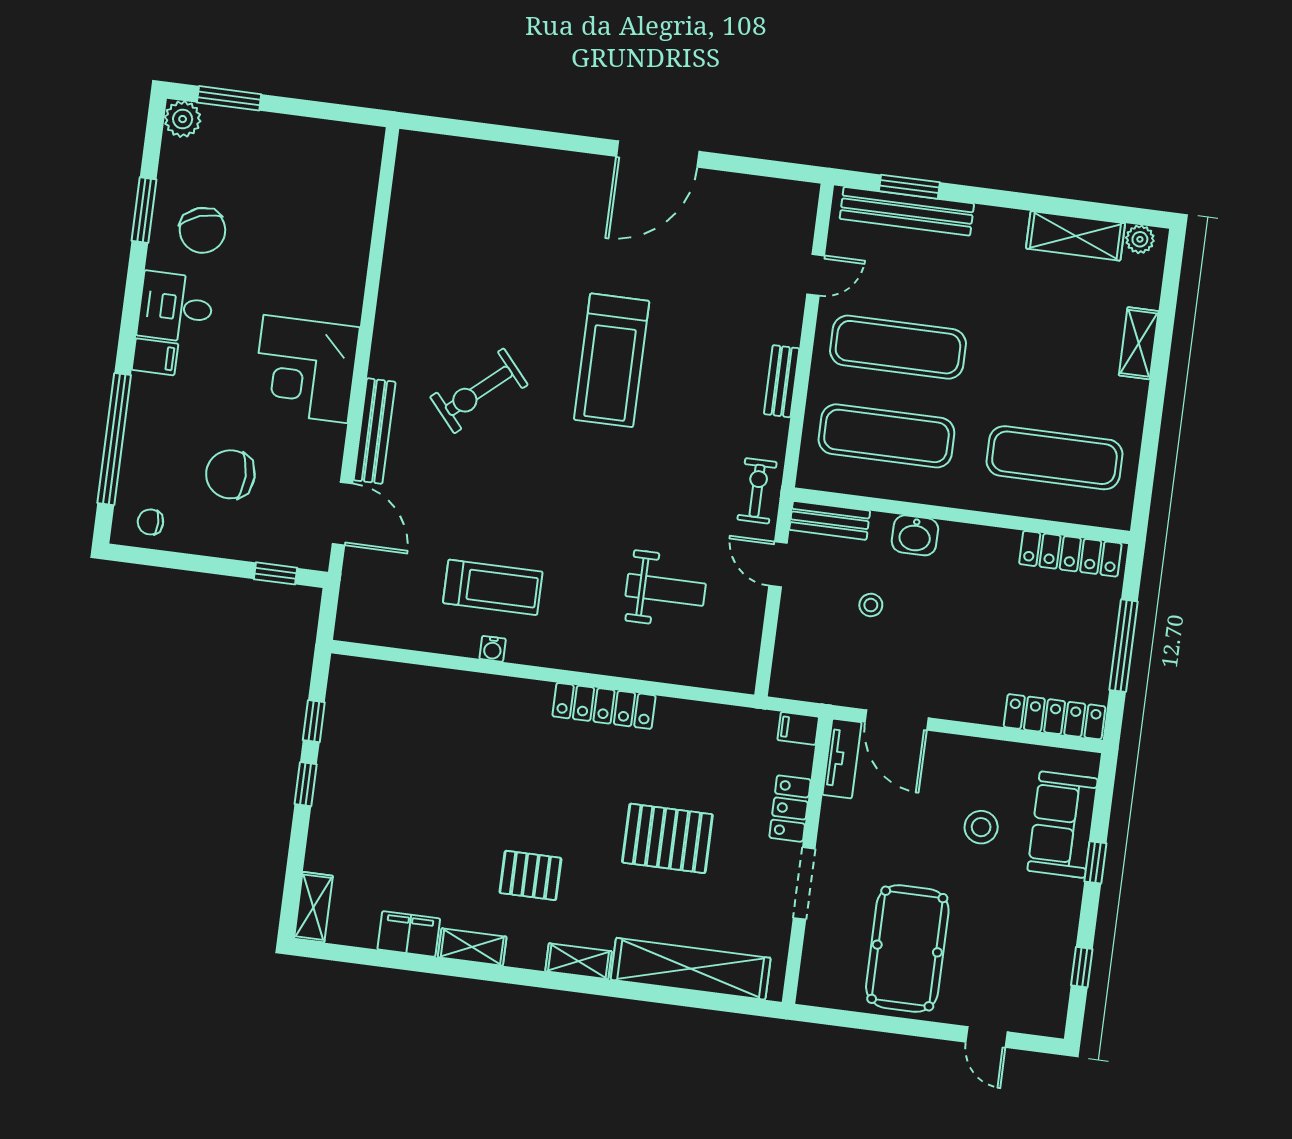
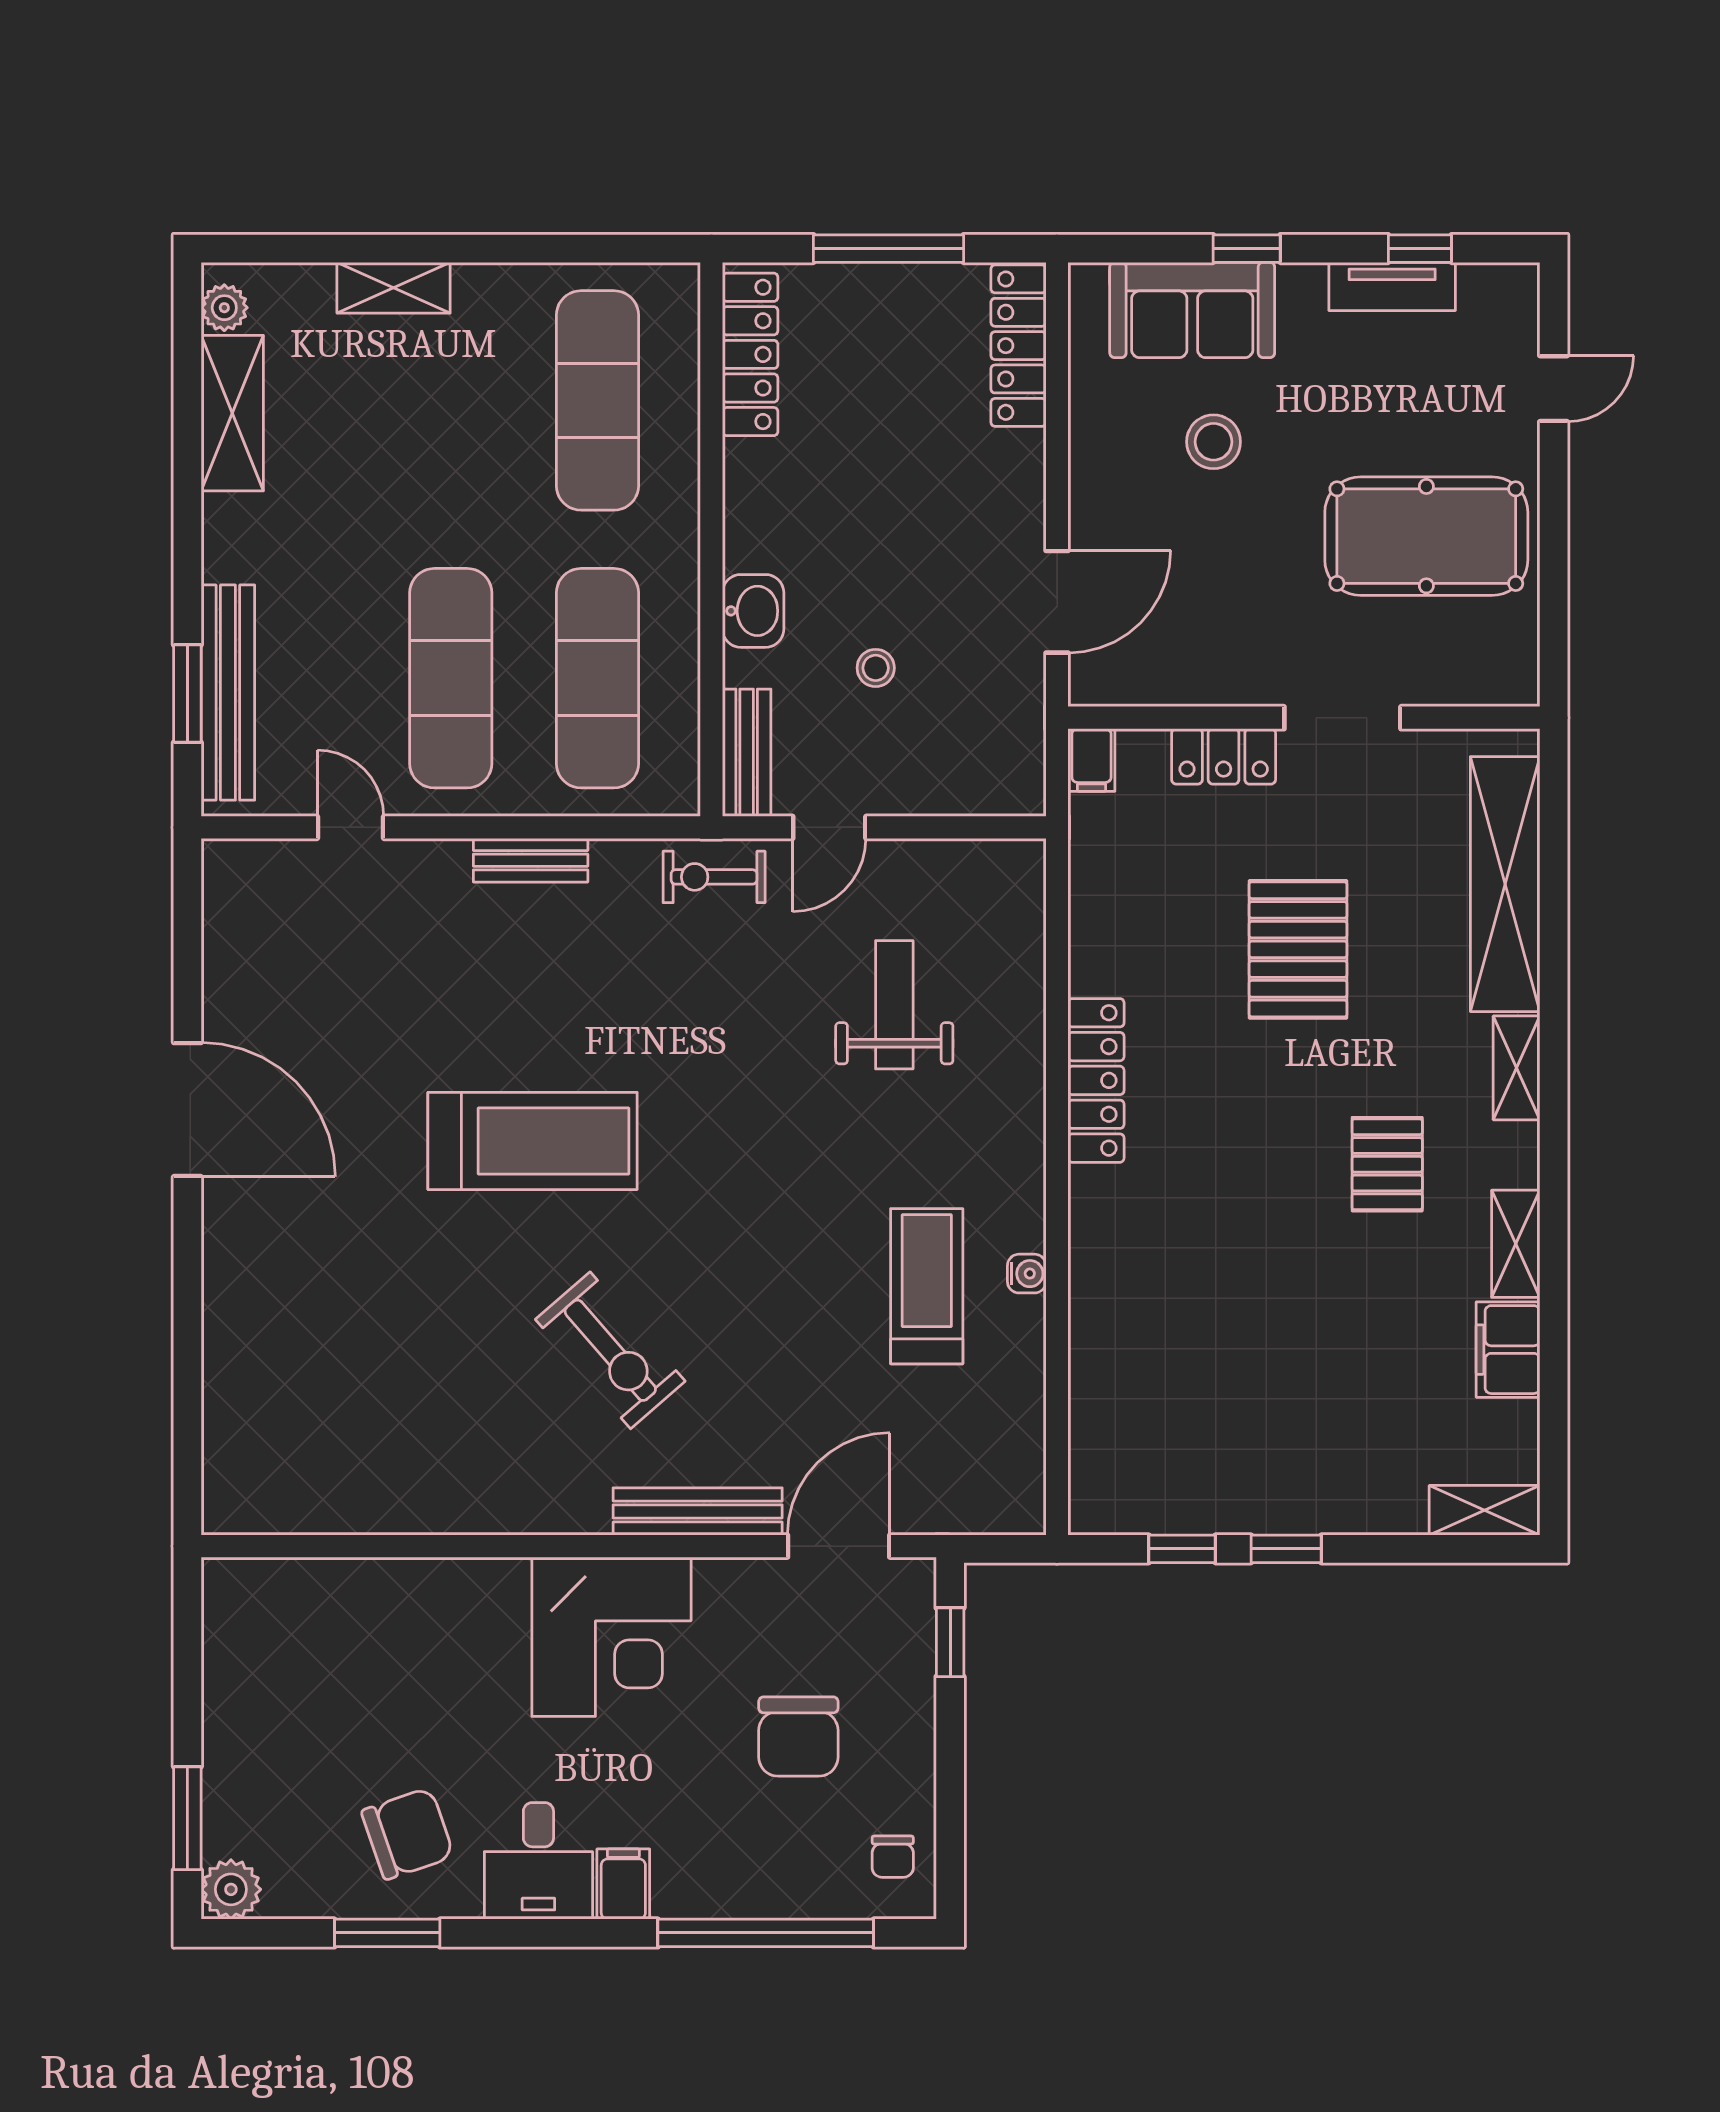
tv unit: (842, 759) -> (1392, 286), moved, turned 180

